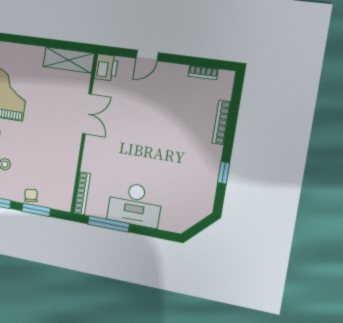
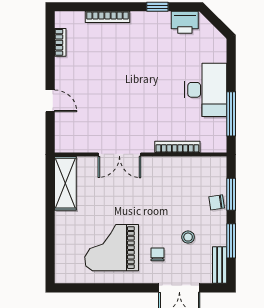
printer: (106, 67) -> (185, 22), moved, turned 180
double door: (87, 114) -> (119, 154), swing flipped
bookcase: (82, 193) -> (177, 147), moved

